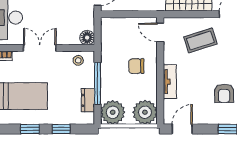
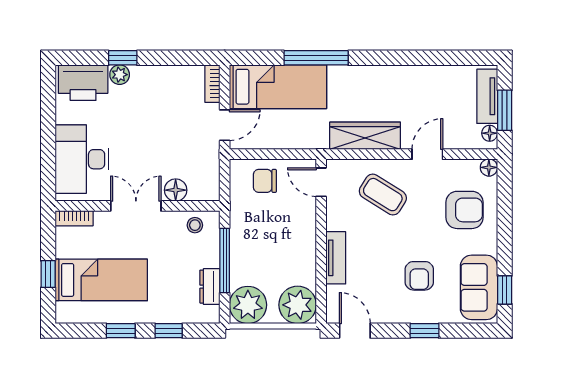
floor lamp: (87, 38) -> (176, 190), moved
coffee table: (200, 41) -> (383, 195), turned 50
chair: (136, 66) -> (265, 181), moved
door: (182, 129) -> (355, 331), hinge flipped

